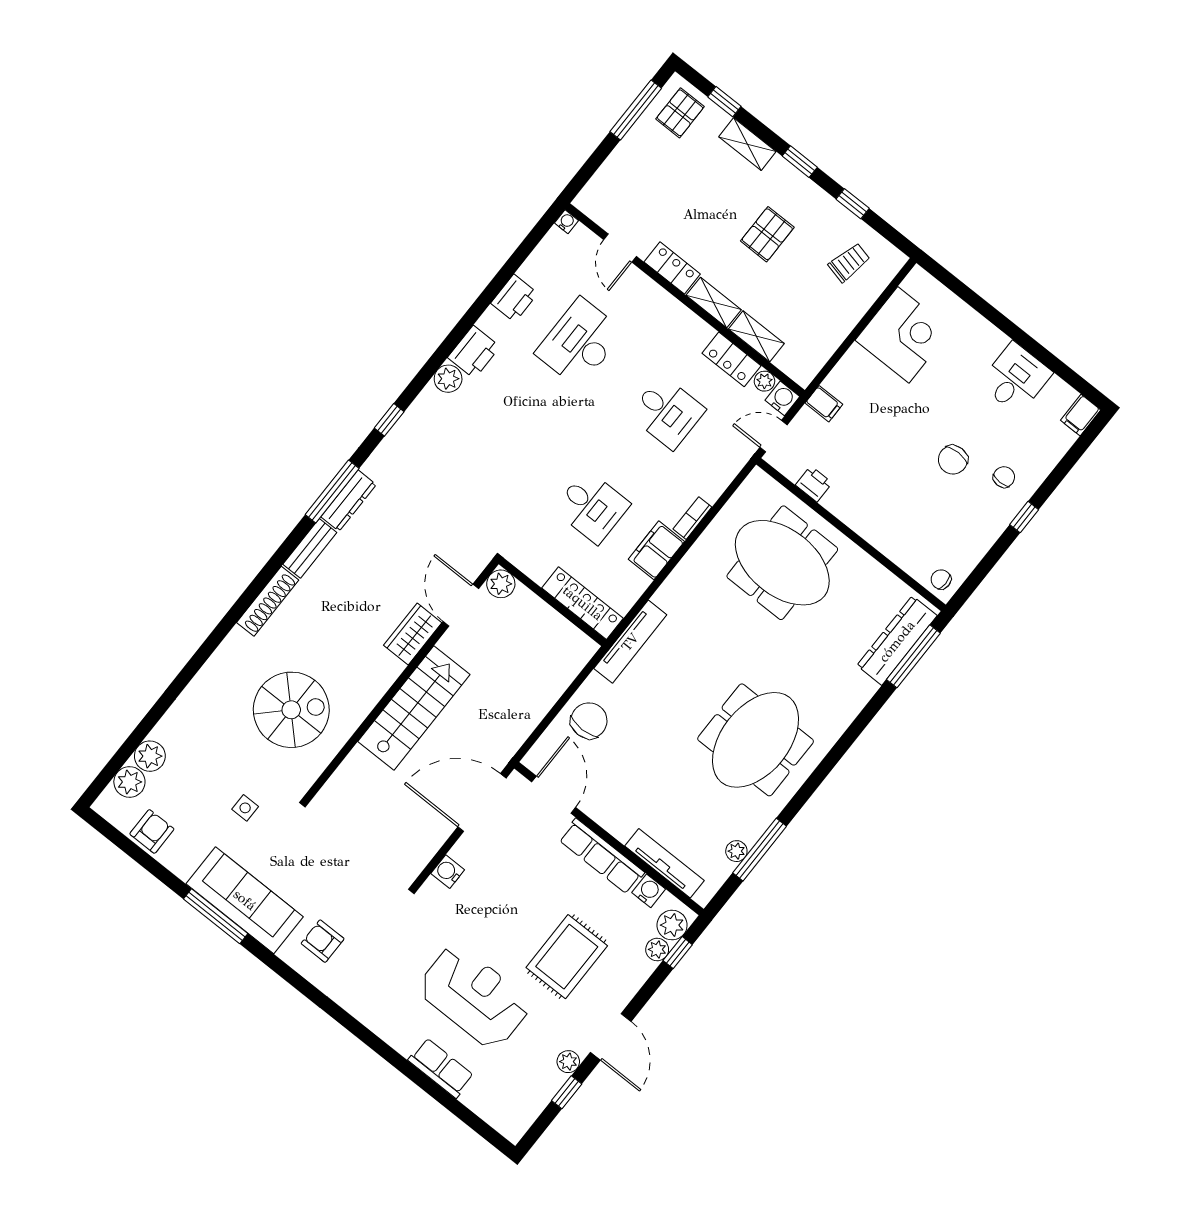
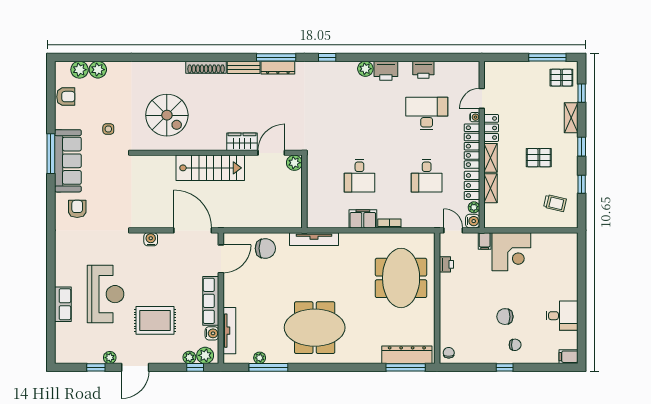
water cooler: (566, 222) -> (475, 117), moved
corner desk: (903, 335) -> (511, 252), moved
locker: (583, 603) -> (472, 146), moved, turned 180

